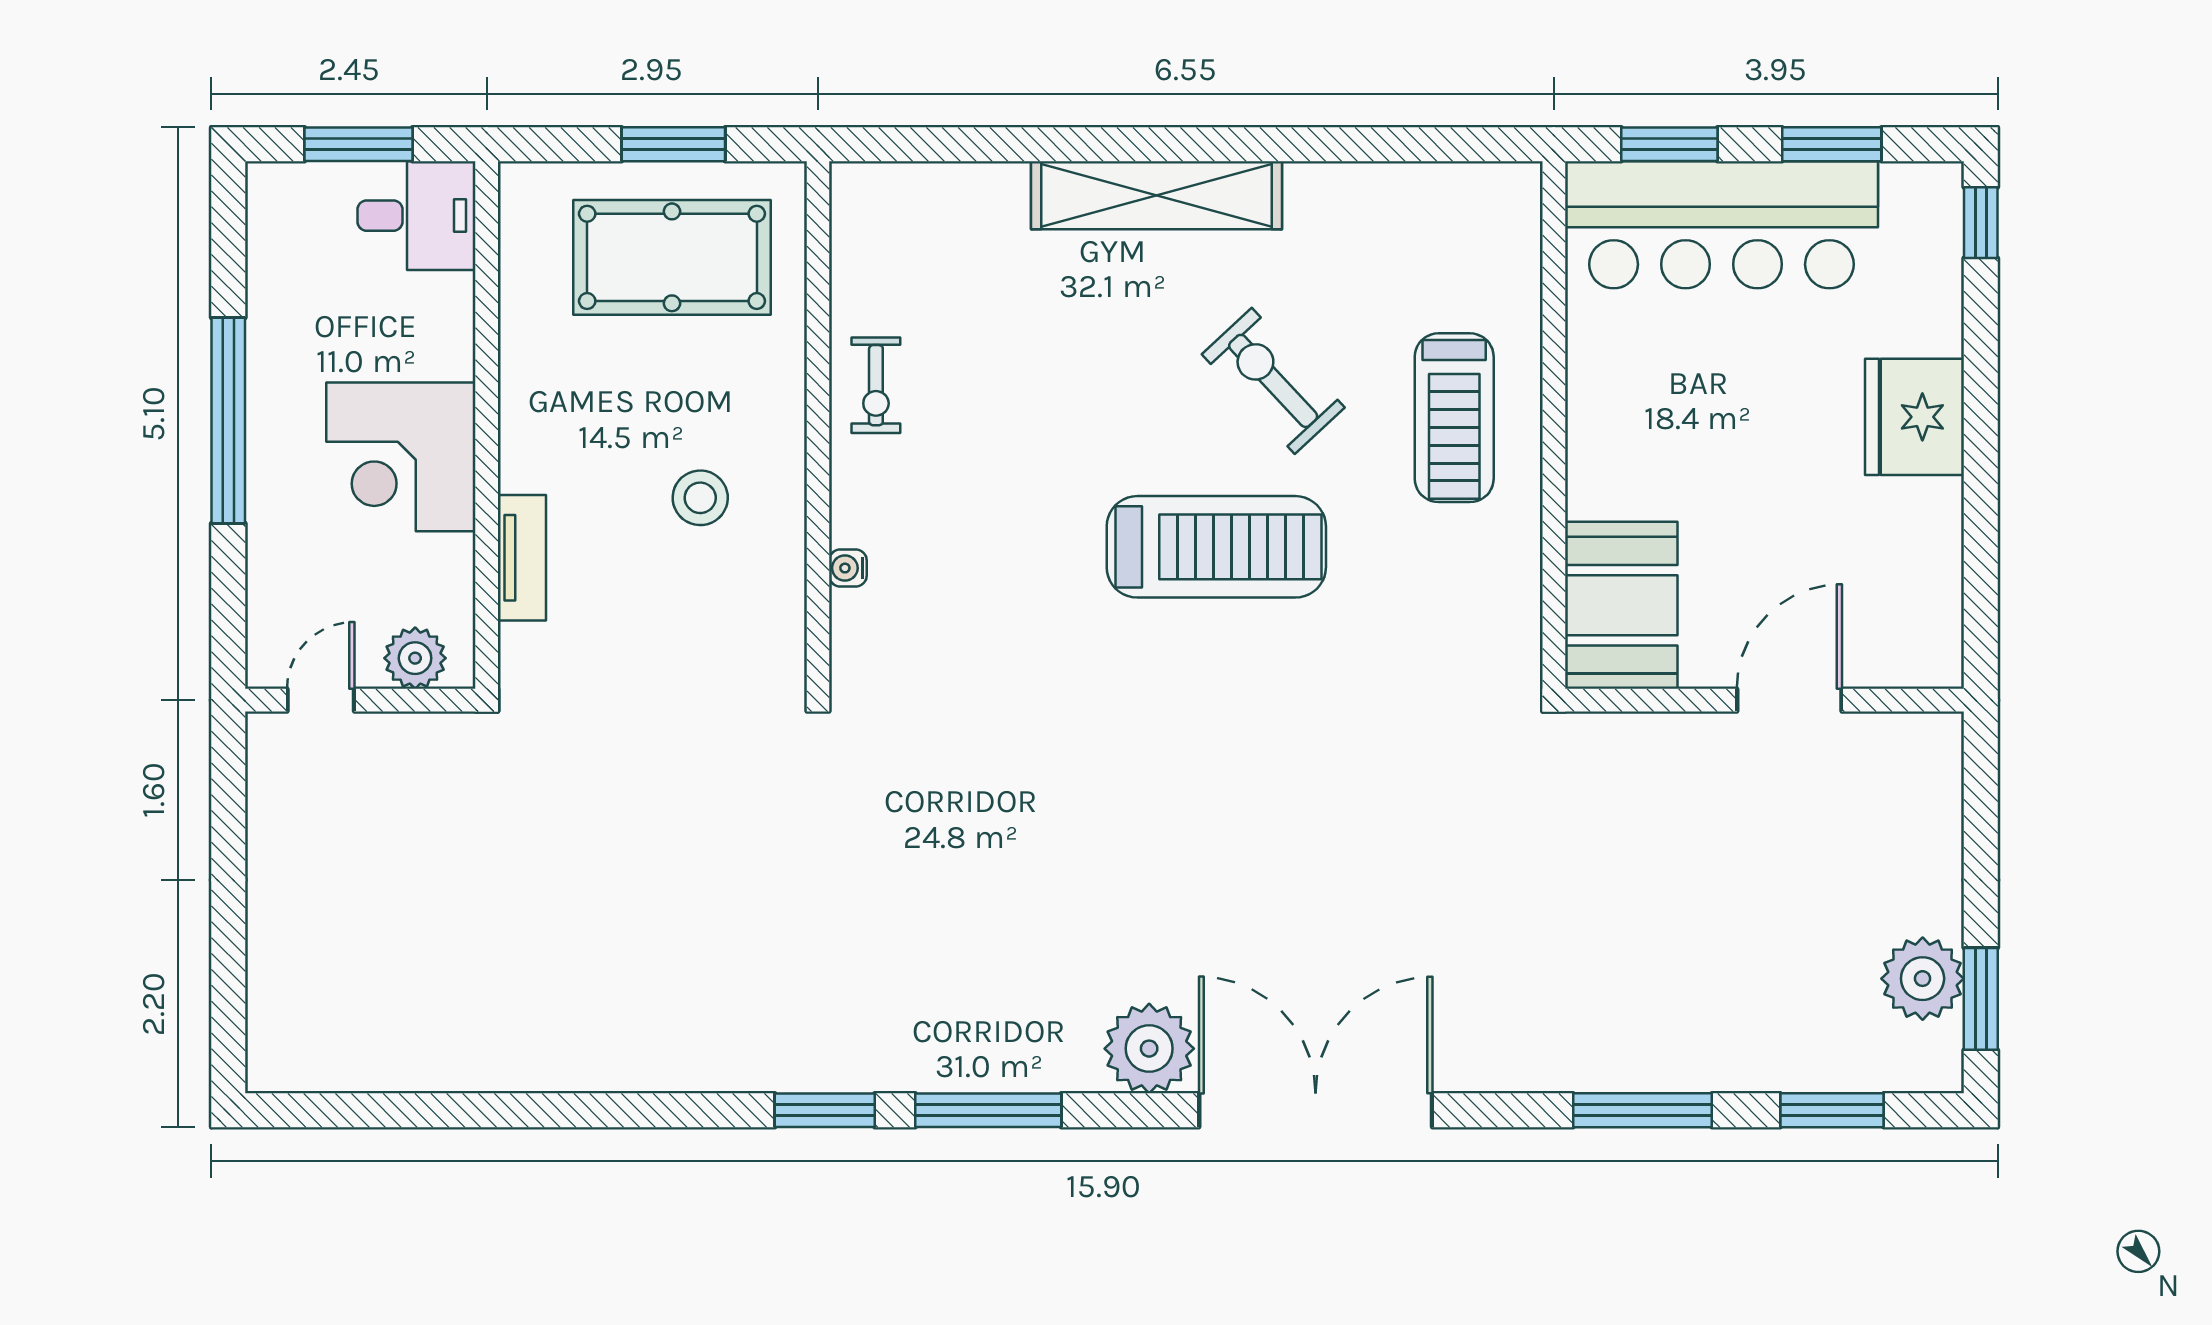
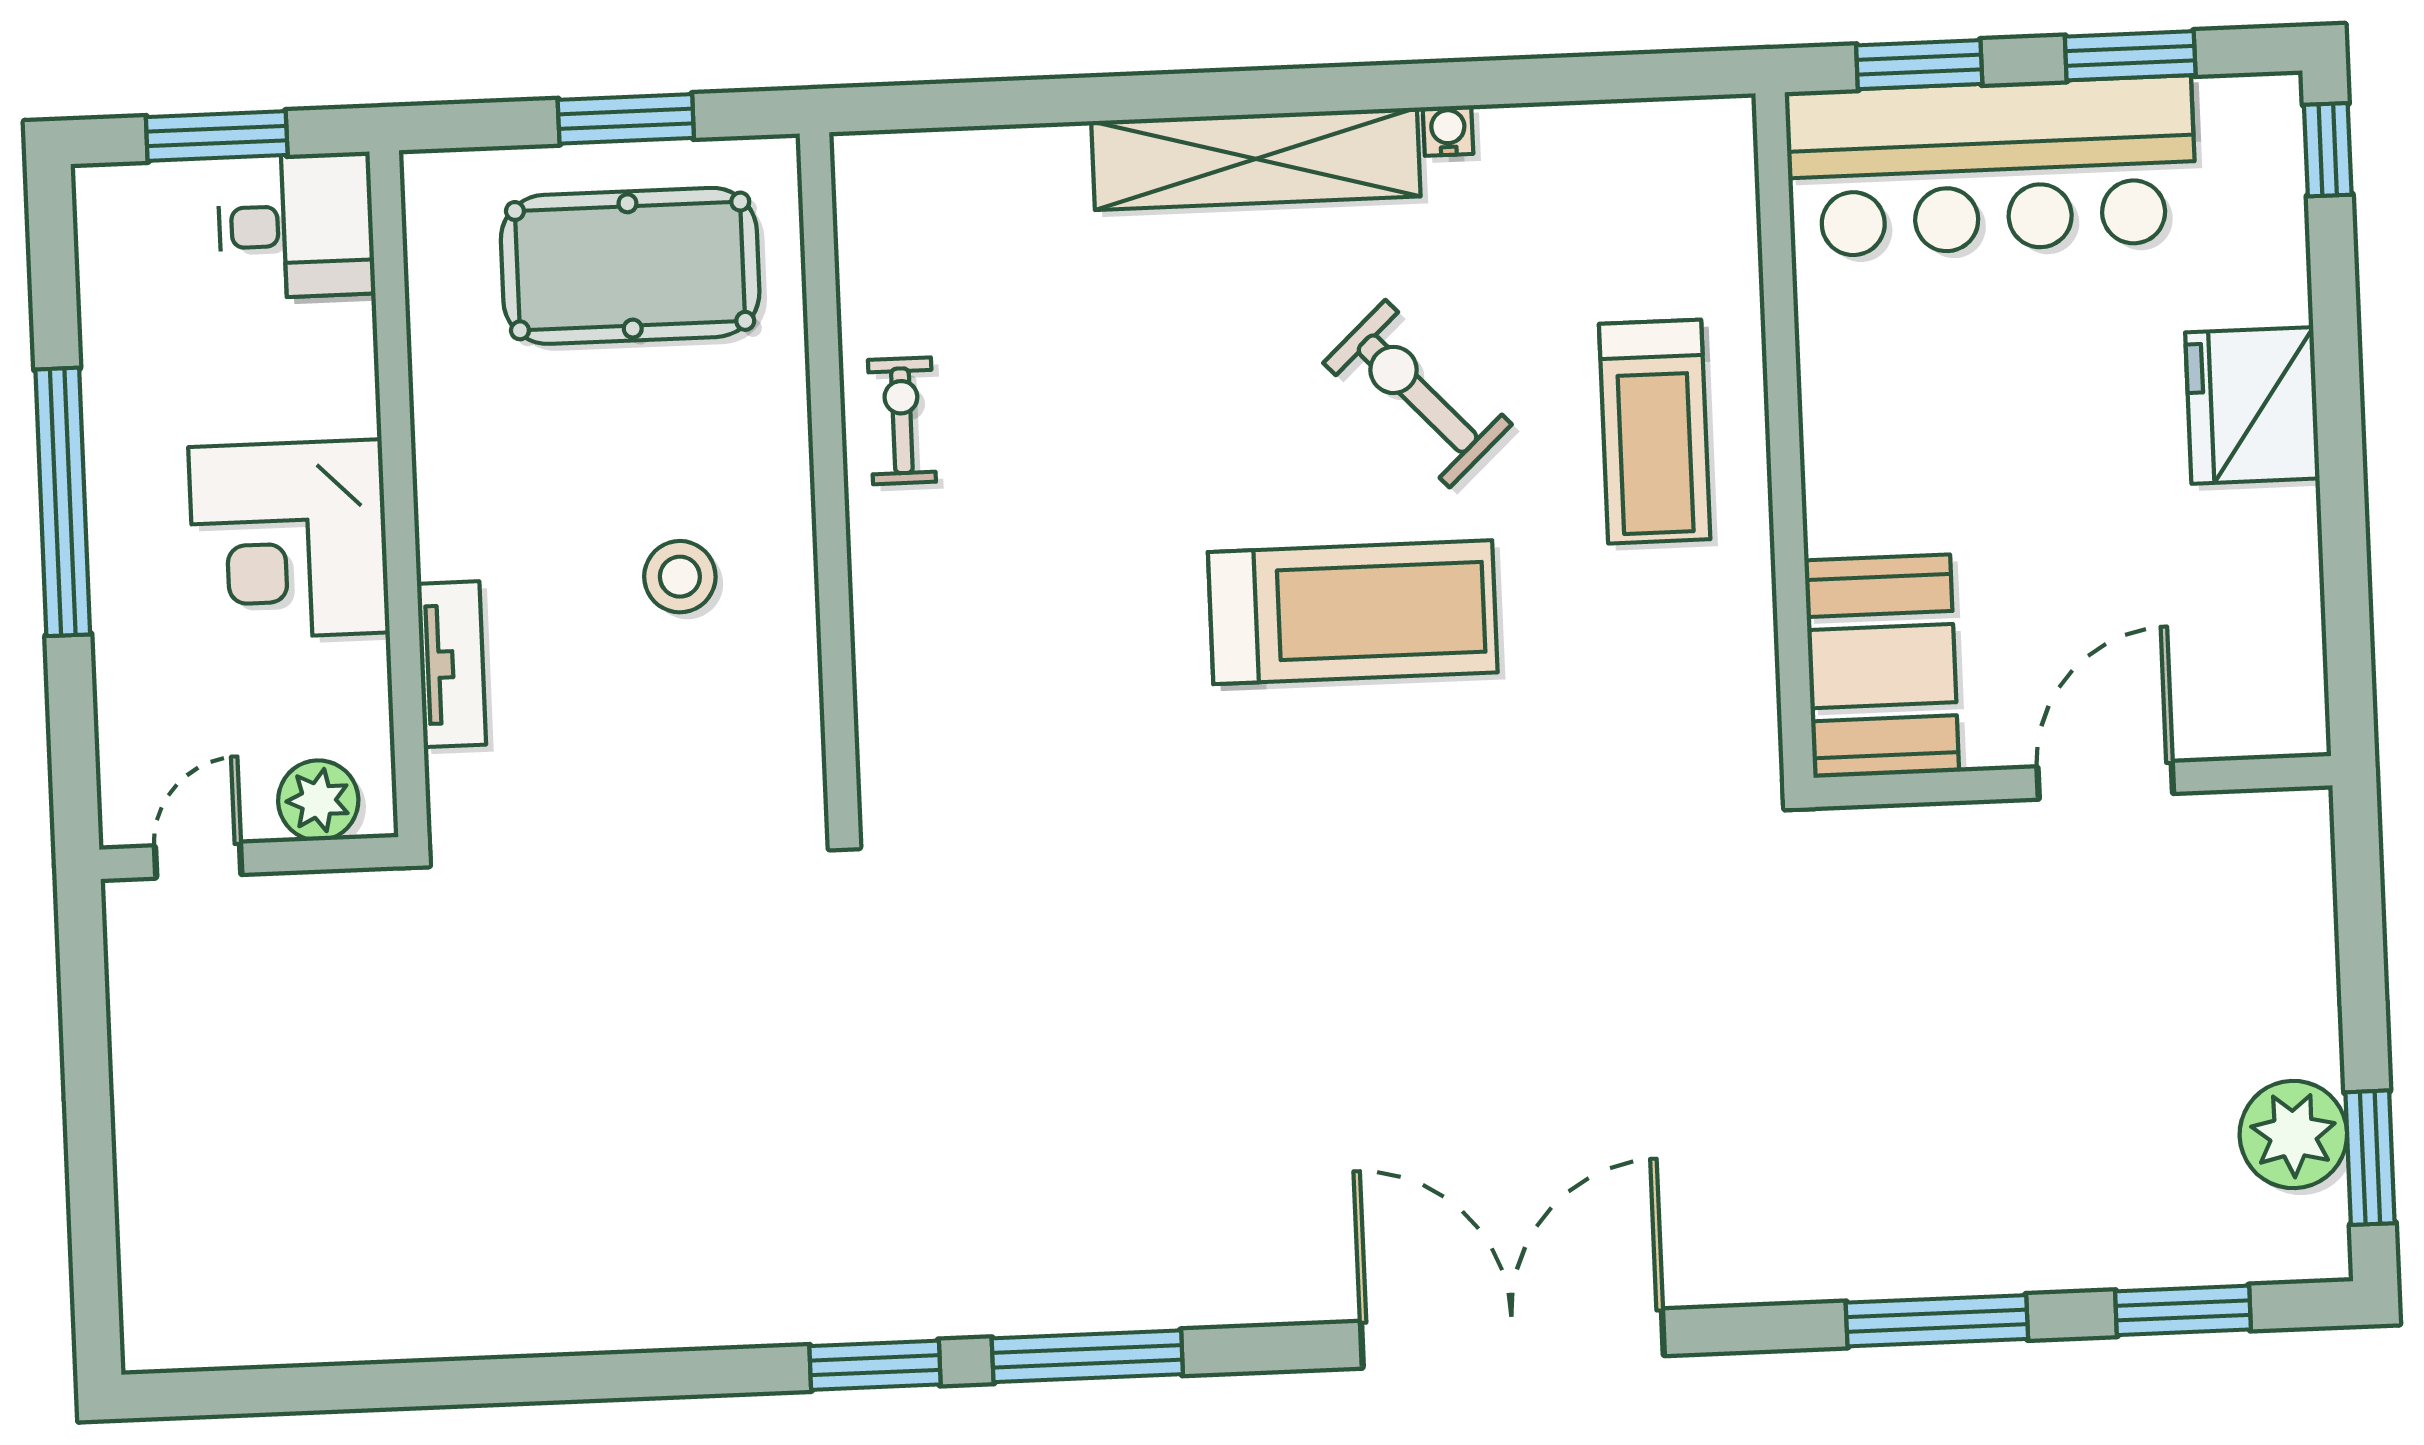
exercise bike: (876, 385) -> (902, 421), turned 180
water cooler: (848, 568) -> (1448, 131), moved, turned 90
plant: (1149, 1049) -> (1293, 1267), removed

